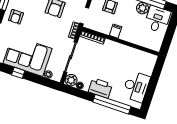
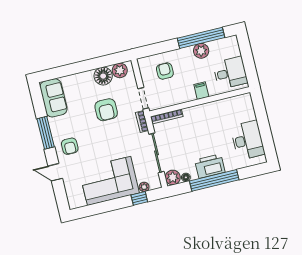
desk: (157, 19) -> (230, 73), moved, turned 90
filing cabinet: (116, 31) -> (201, 91), moved
window: (18, 73) -> (139, 198), moved
window: (112, 104) -> (214, 180), moved

